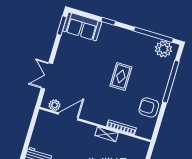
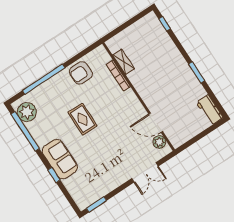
sofa: (82, 26) -> (60, 159), moved
rug: (121, 76) -> (83, 119), turned 90
armchair: (149, 107) -> (81, 73), turned 90
shelving: (107, 134) -> (124, 62), moved

